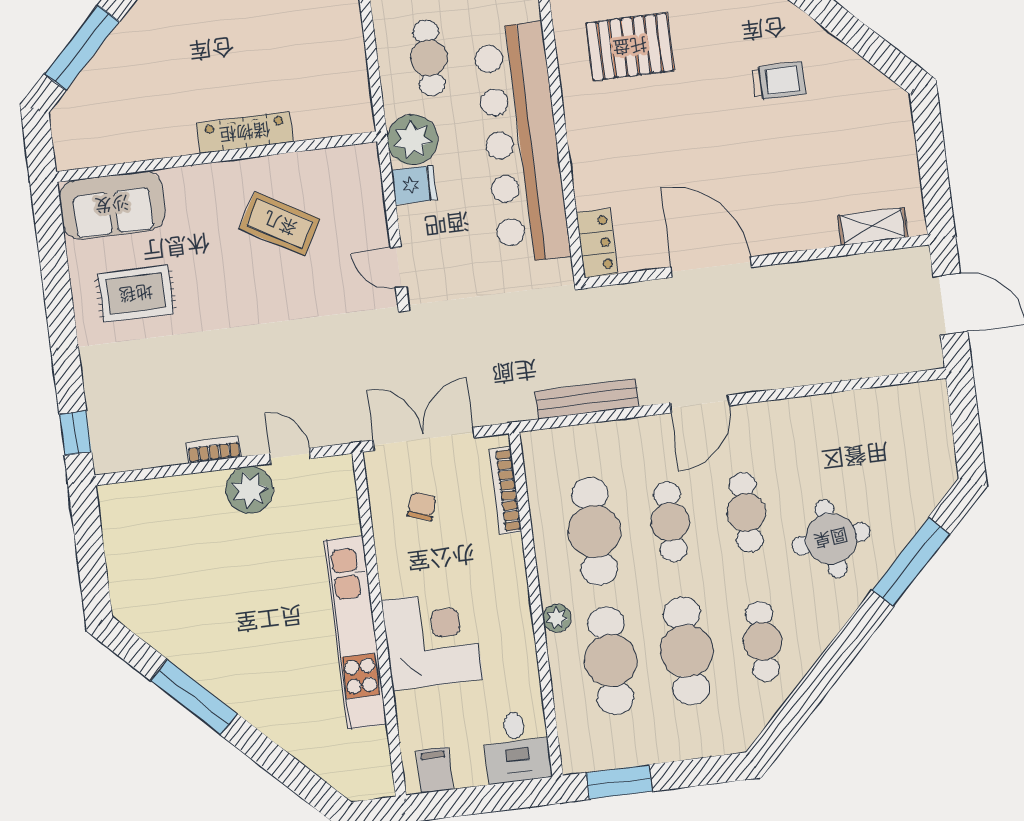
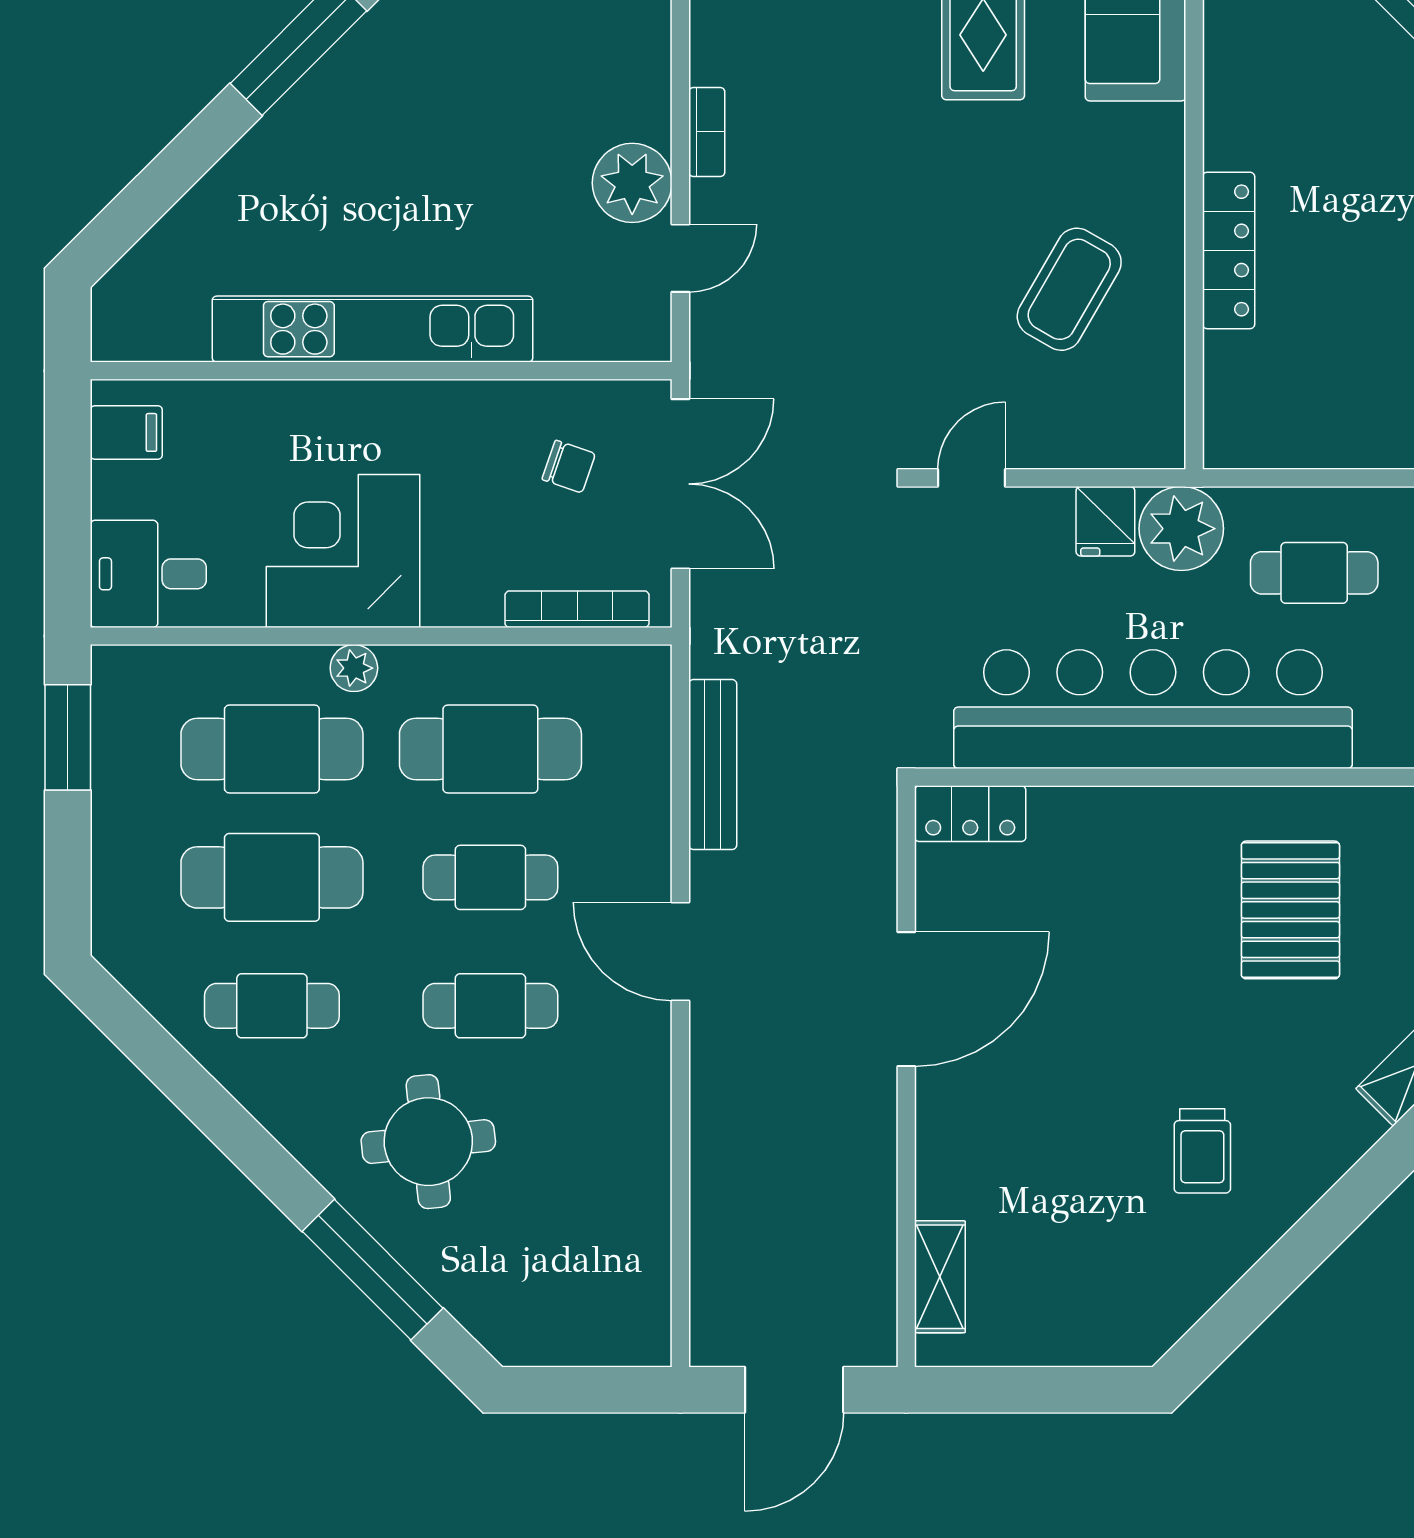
corner desk: (432, 640) -> (343, 551), moved, turned 180

